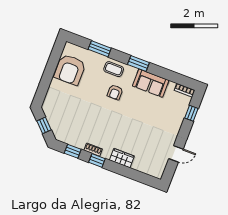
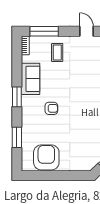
coffee table: (114, 69) -> (57, 52), moved
armchair: (70, 70) -> (46, 157), turned -90
window: (191, 113) -> (44, 31), width x2.17

